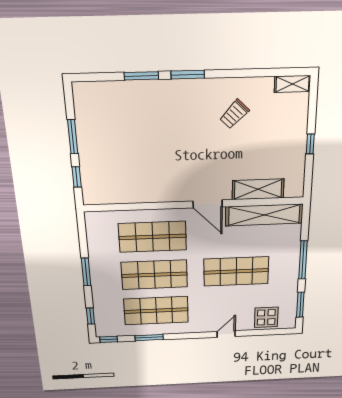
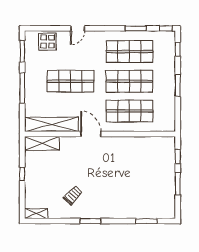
window: (188, 75) -> (90, 221), moved
window: (141, 76) -> (146, 221), moved
shelving: (258, 189) -> (42, 143), moved

